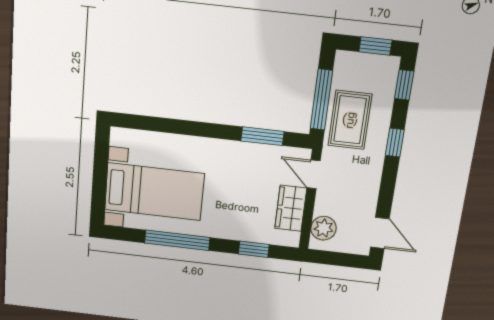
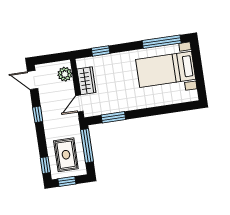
rug: (350, 120) -> (66, 155), moved
window: (395, 142) -> (38, 114), moved
door: (314, 174) -> (79, 104), swing flipped
window: (177, 240) -> (162, 42), moved

